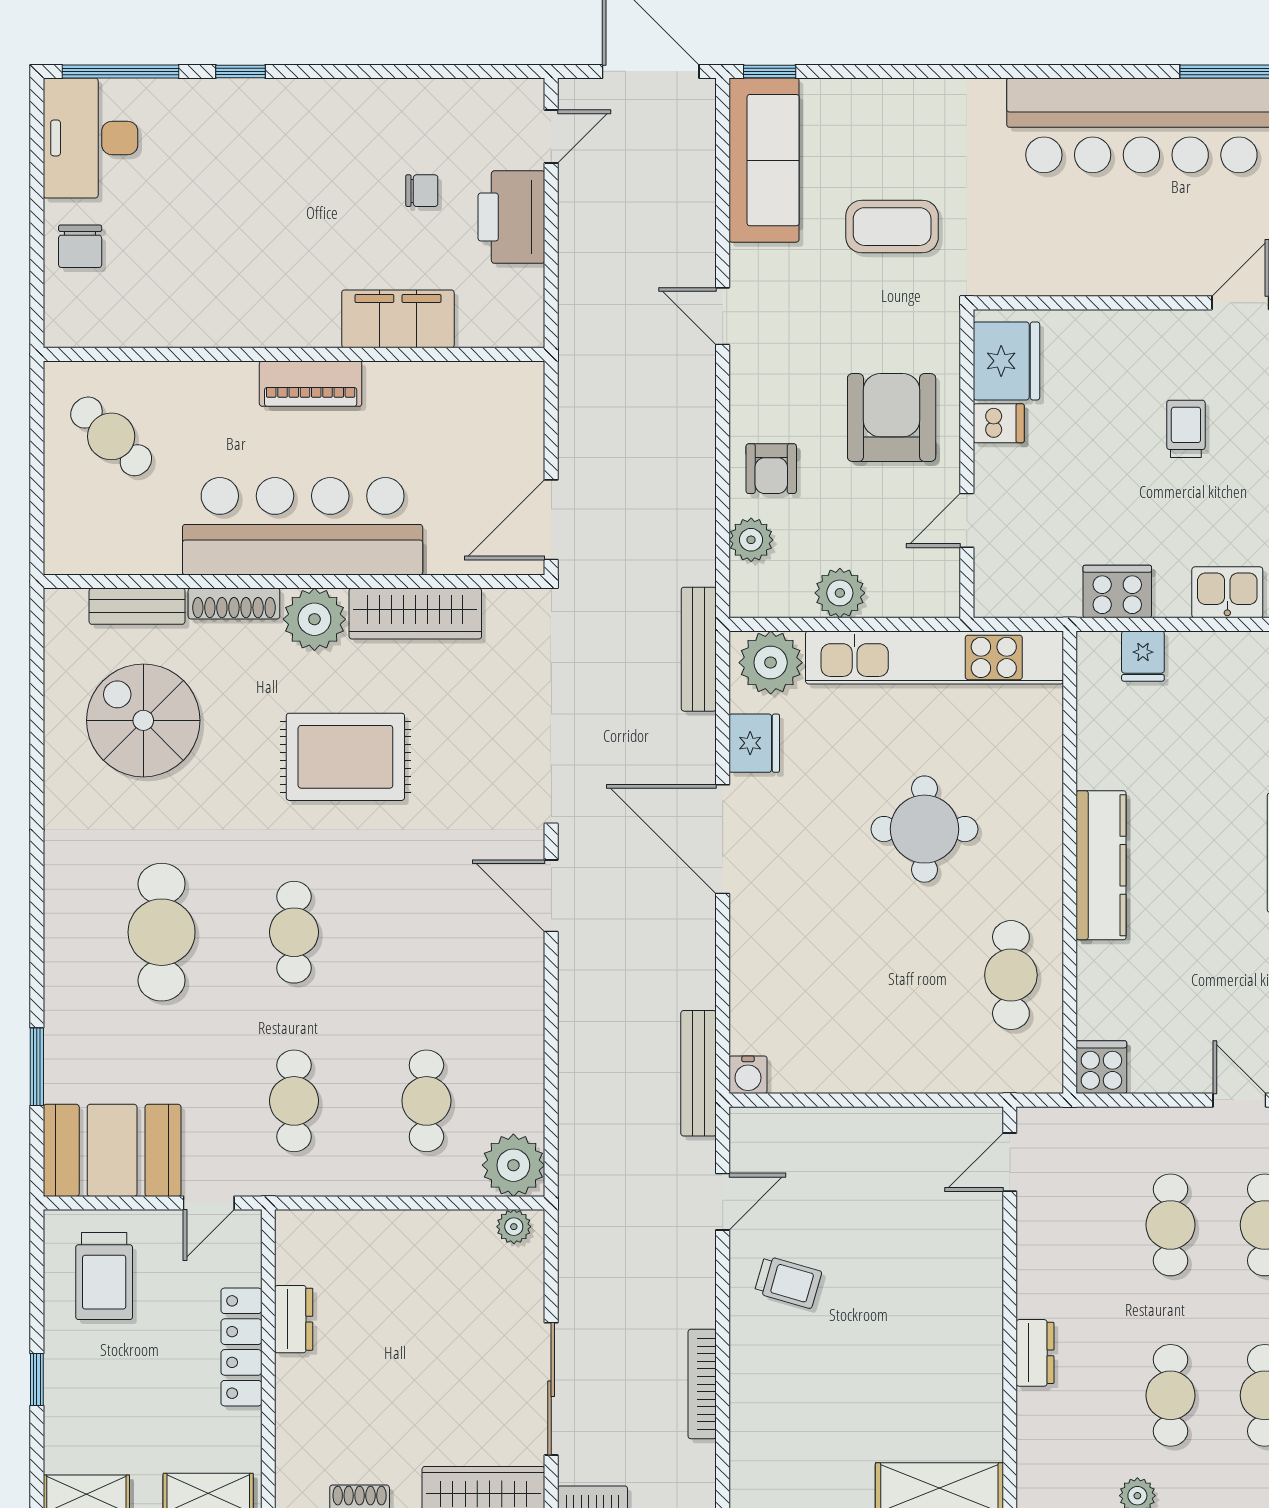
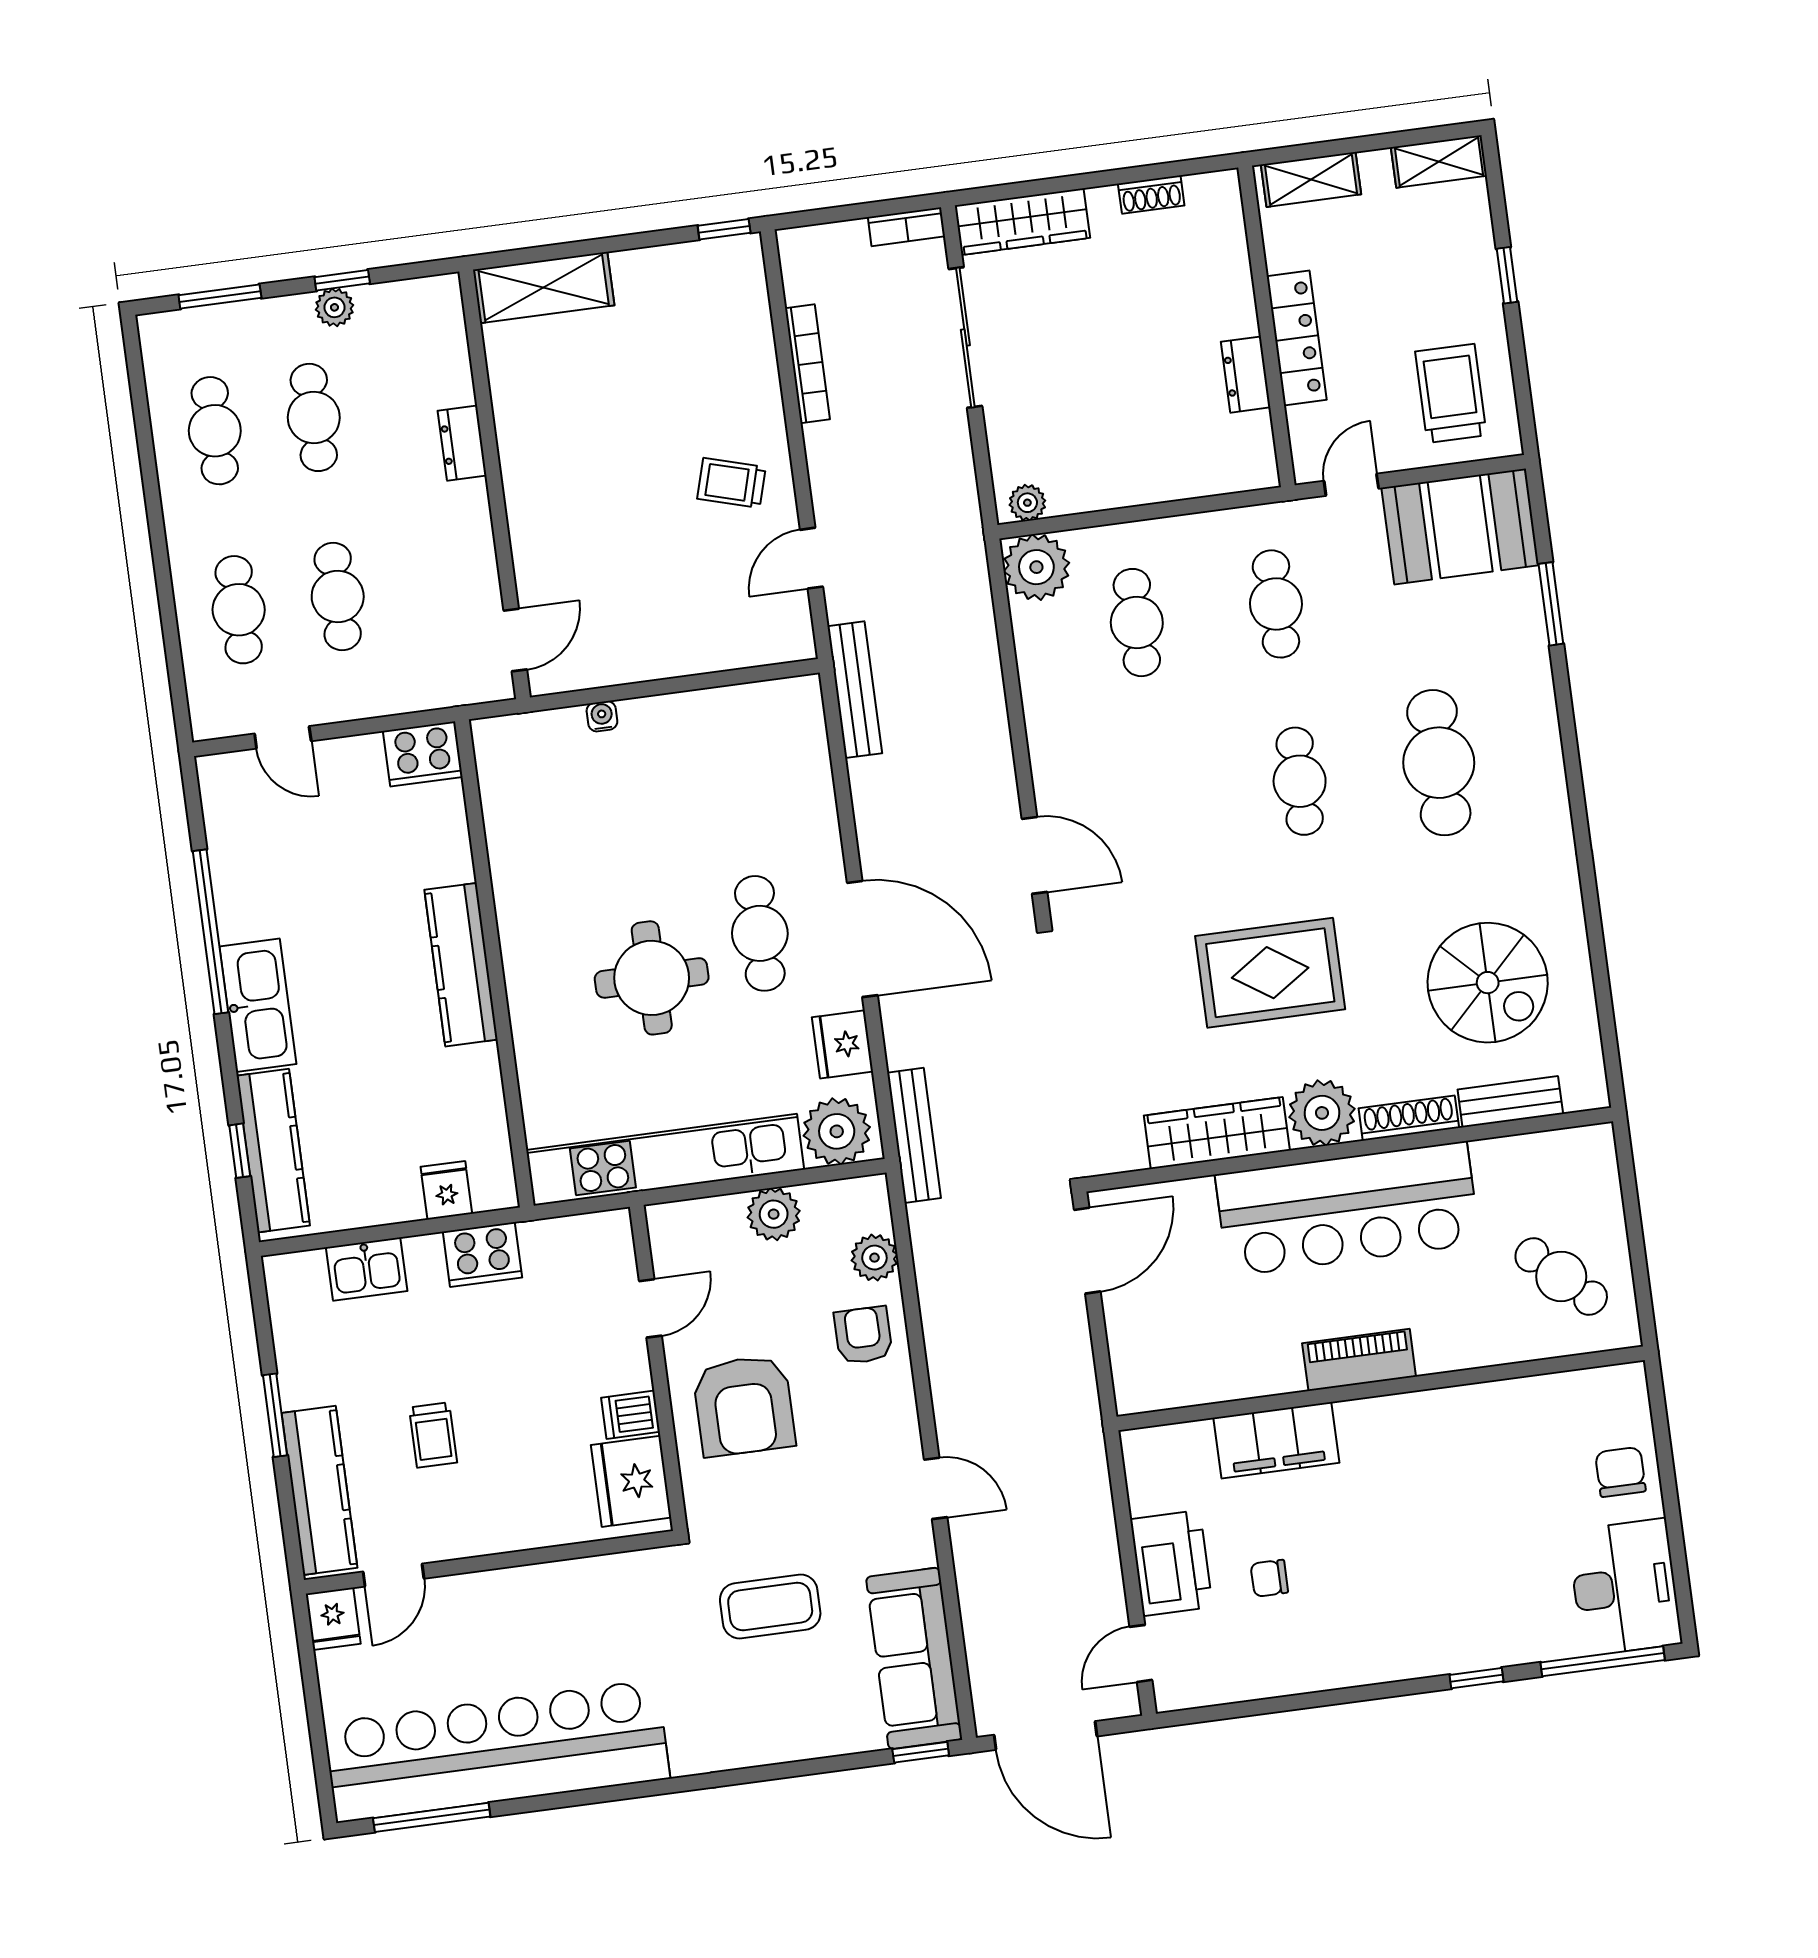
cafe table: (1011, 975) -> (760, 933), moved
cooker: (1101, 1067) -> (423, 754), width x1.36
water cooler: (748, 1075) -> (602, 716), moved, width x0.72, depth x0.72

